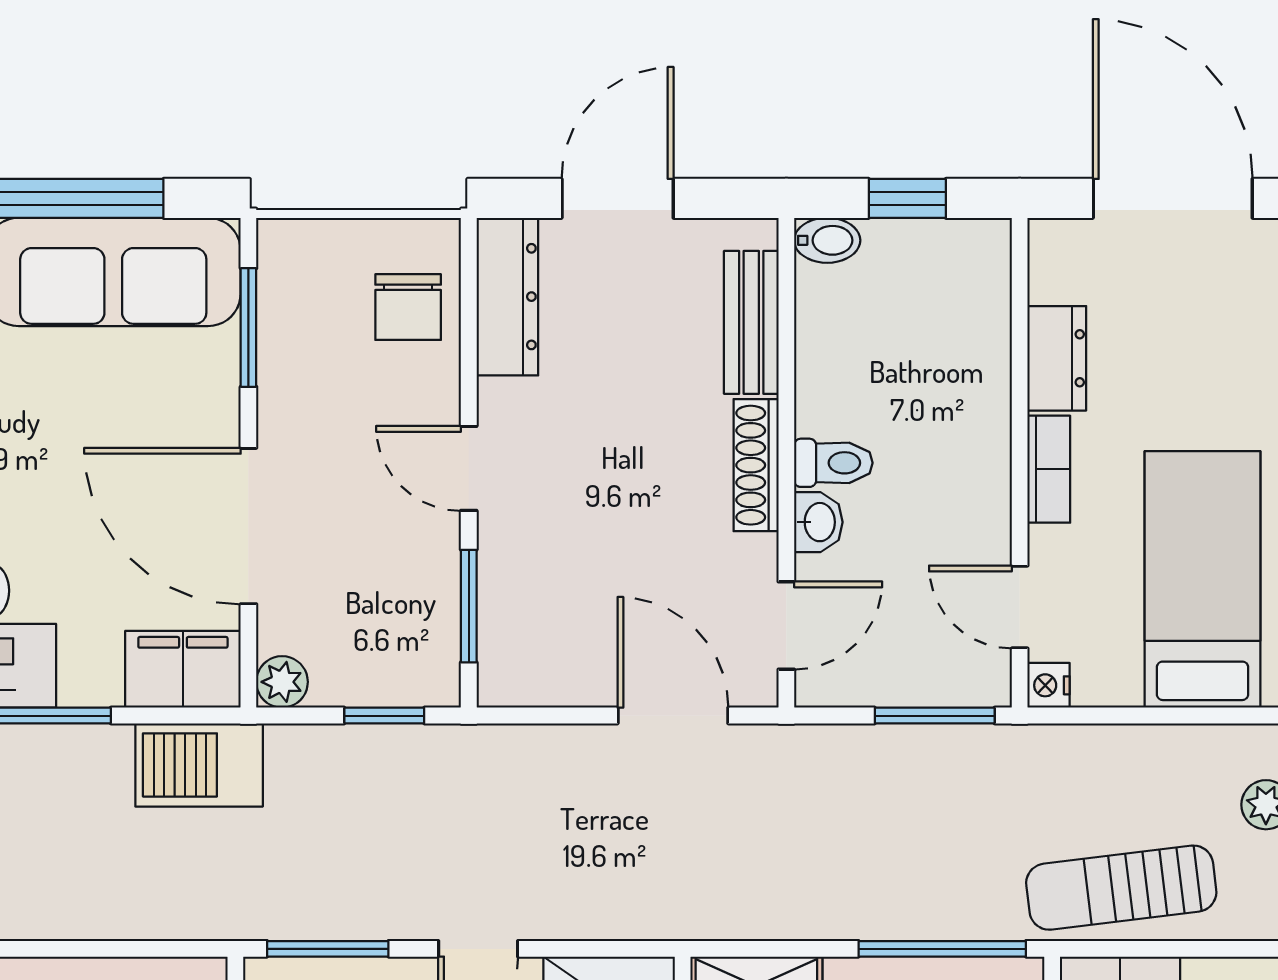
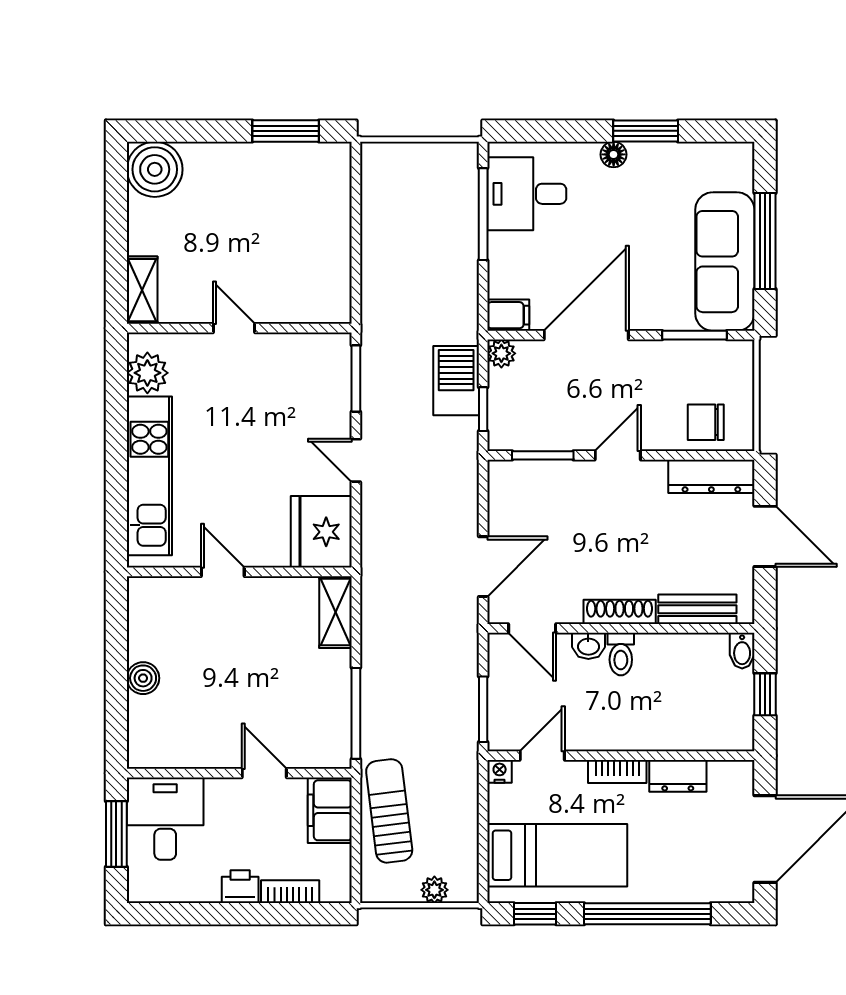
filing cabinet: (183, 669) -> (508, 315), width x0.50
barbecue: (199, 765) -> (456, 381), moved

